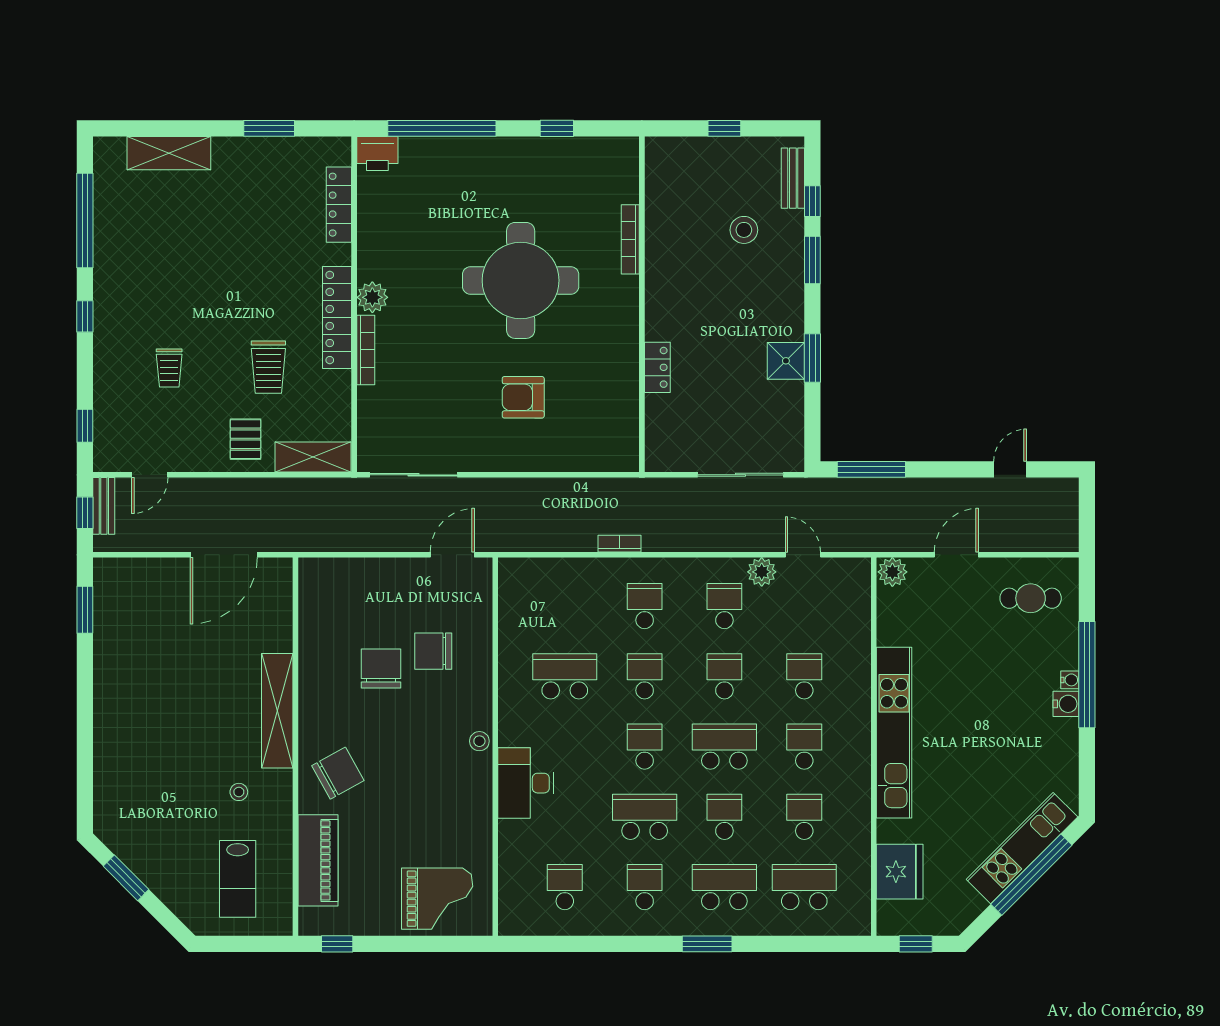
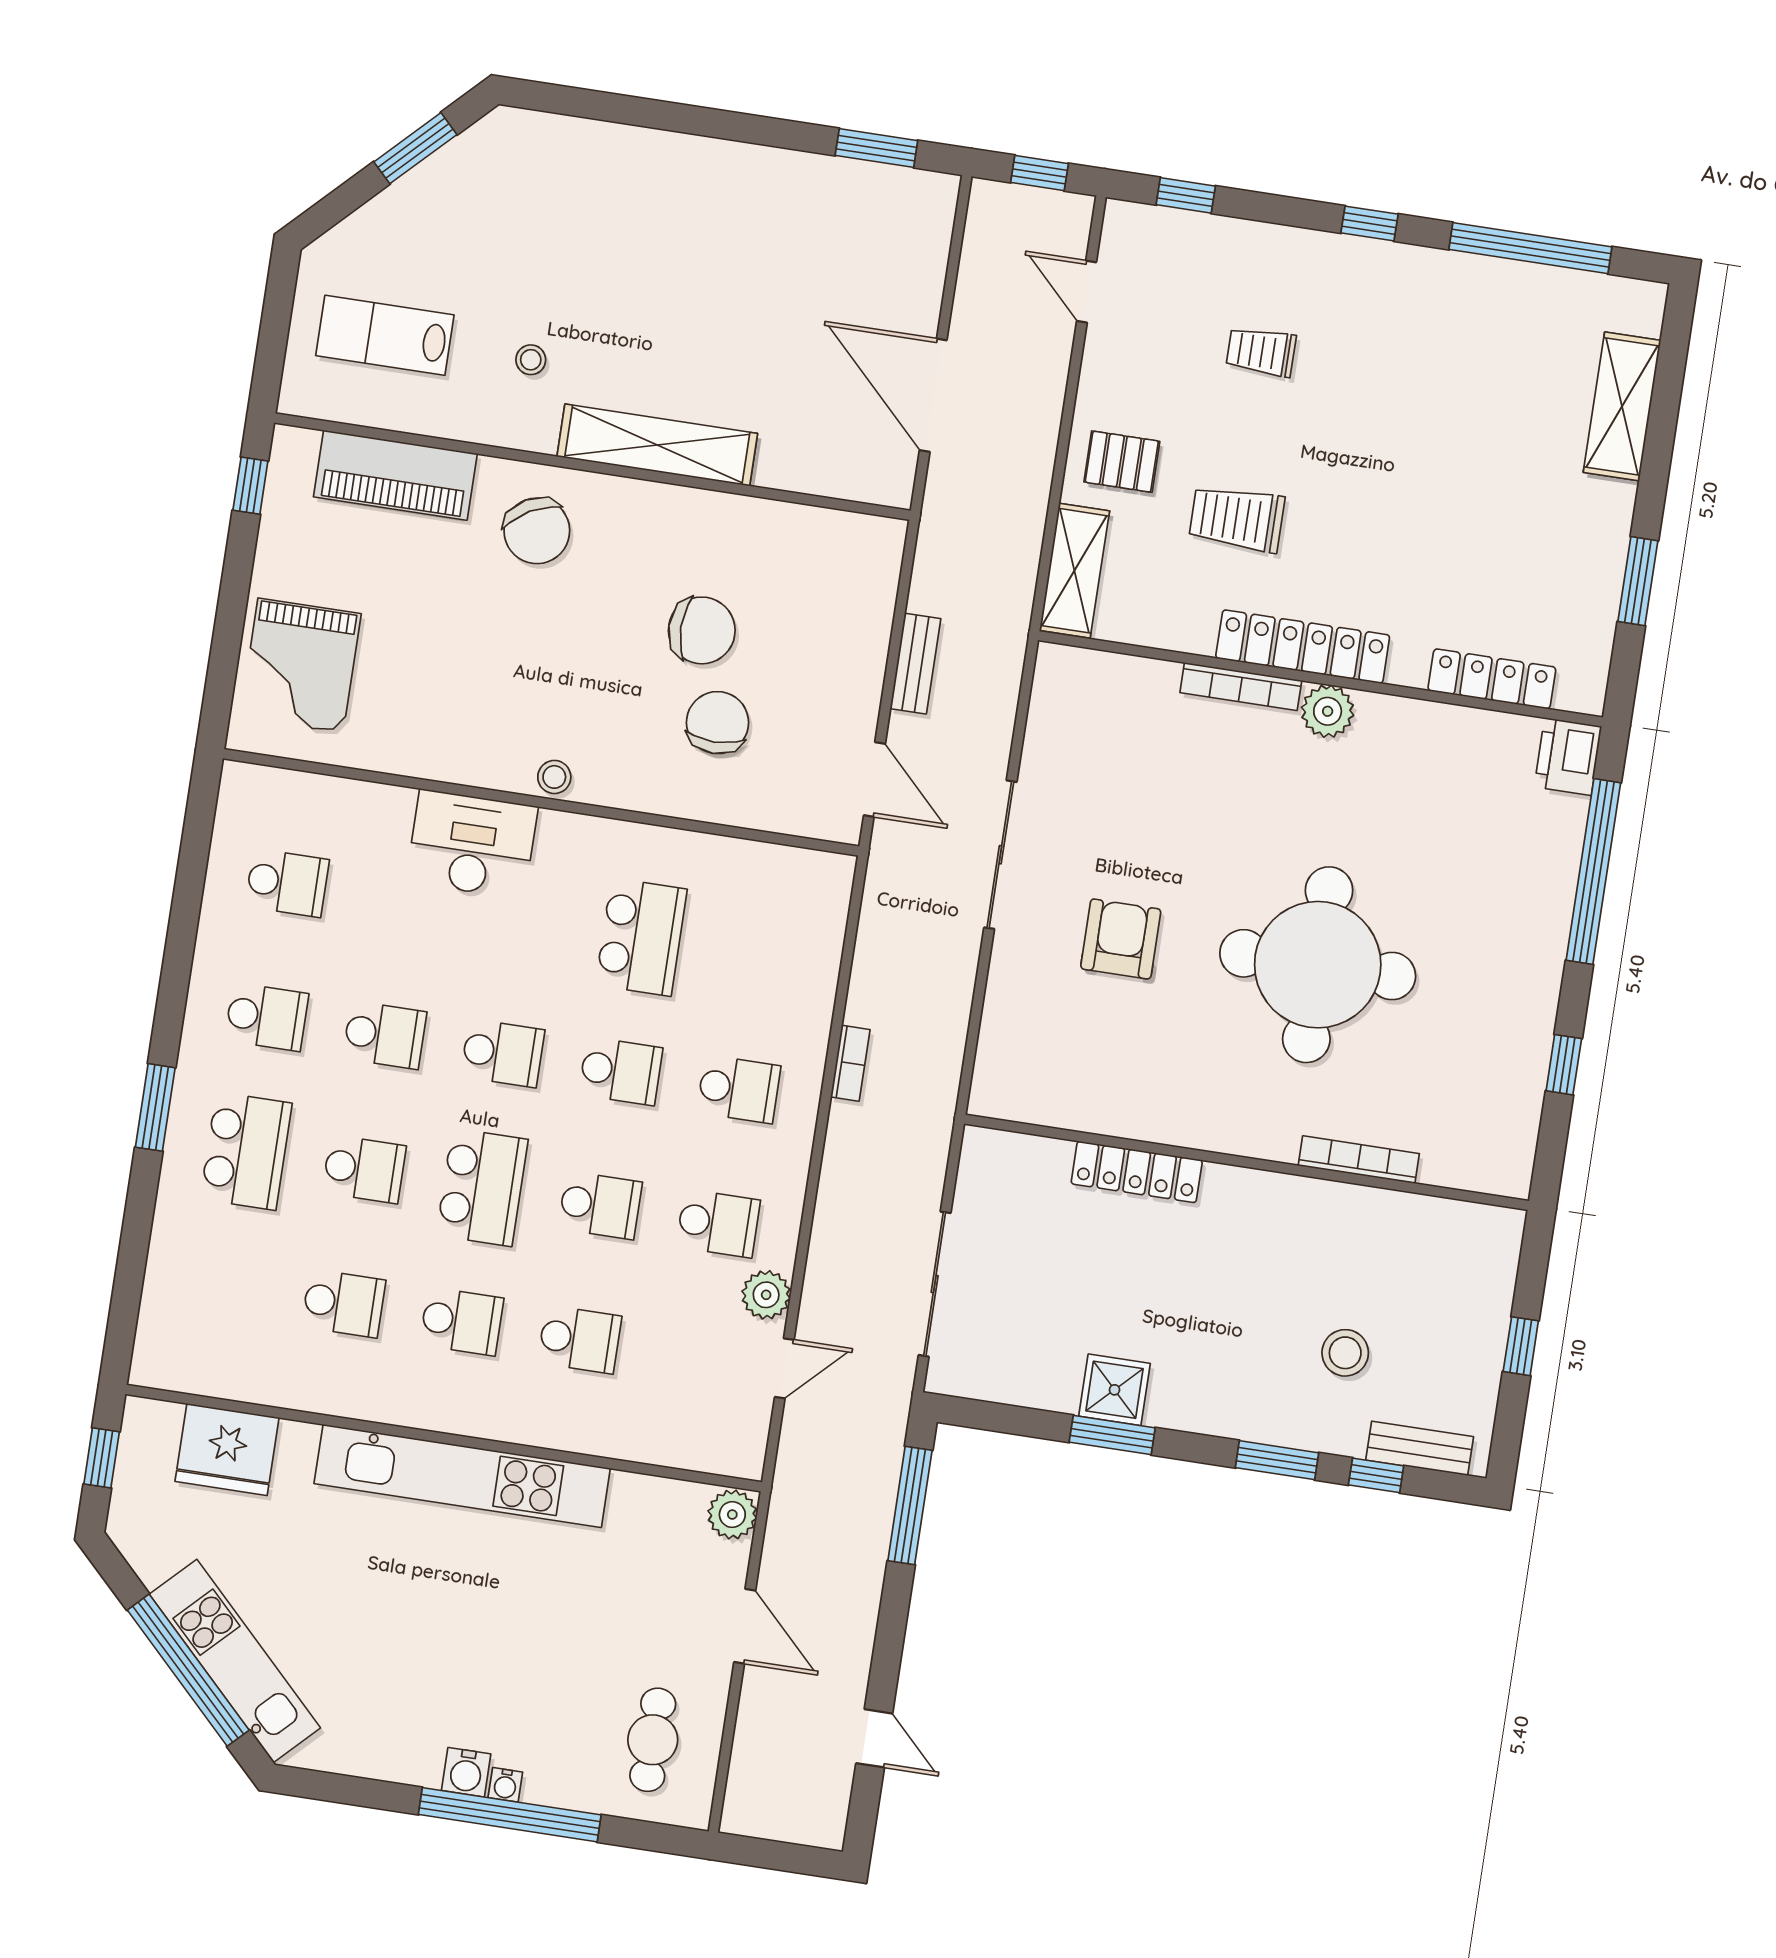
locker: (657, 367) -> (1137, 1172), width x1.53
sliding door: (413, 475) -> (1000, 855), moved
bench: (104, 506) -> (915, 664), moved, turned 90
school desk: (645, 817) -> (385, 1035), width x0.54
school desk: (804, 887) -> (226, 1285), removed

